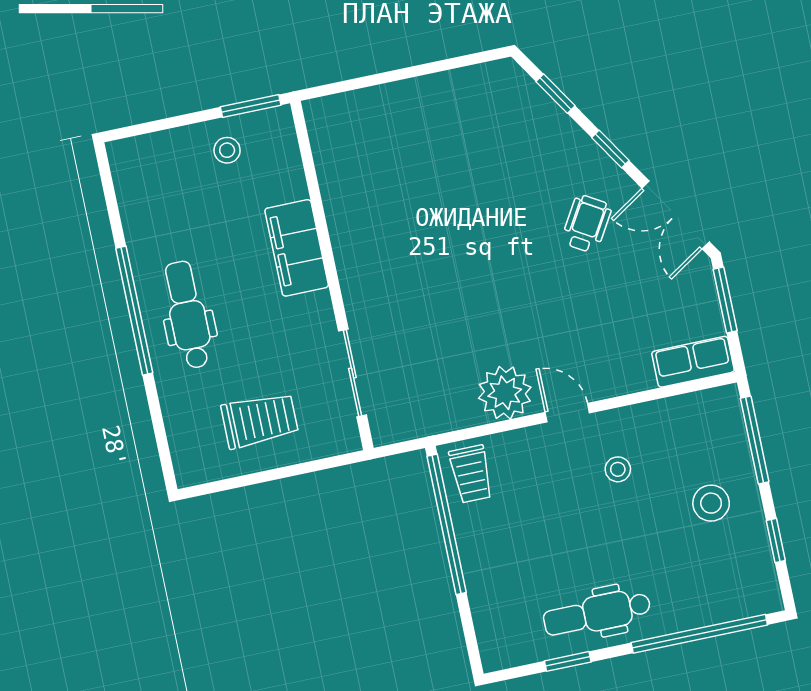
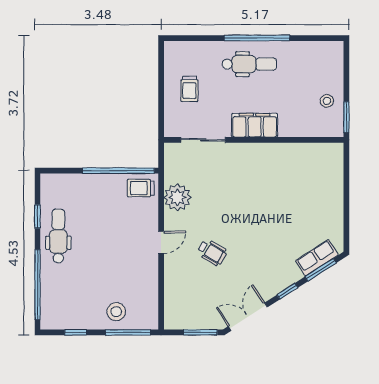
window: (556, 94) -> (321, 270), width x1.50
wheelchair: (587, 224) -> (212, 252), moved
filing cabinet: (297, 248) -> (255, 125), moved
row of seats: (693, 362) -> (317, 258), moved, turned -123
plant: (505, 393) -> (177, 197), moved
trolley: (260, 420) -> (189, 89), width x0.73, depth x0.72
stool: (618, 469) -> (128, 261), removed
stool: (711, 503) -> (116, 312), moved

